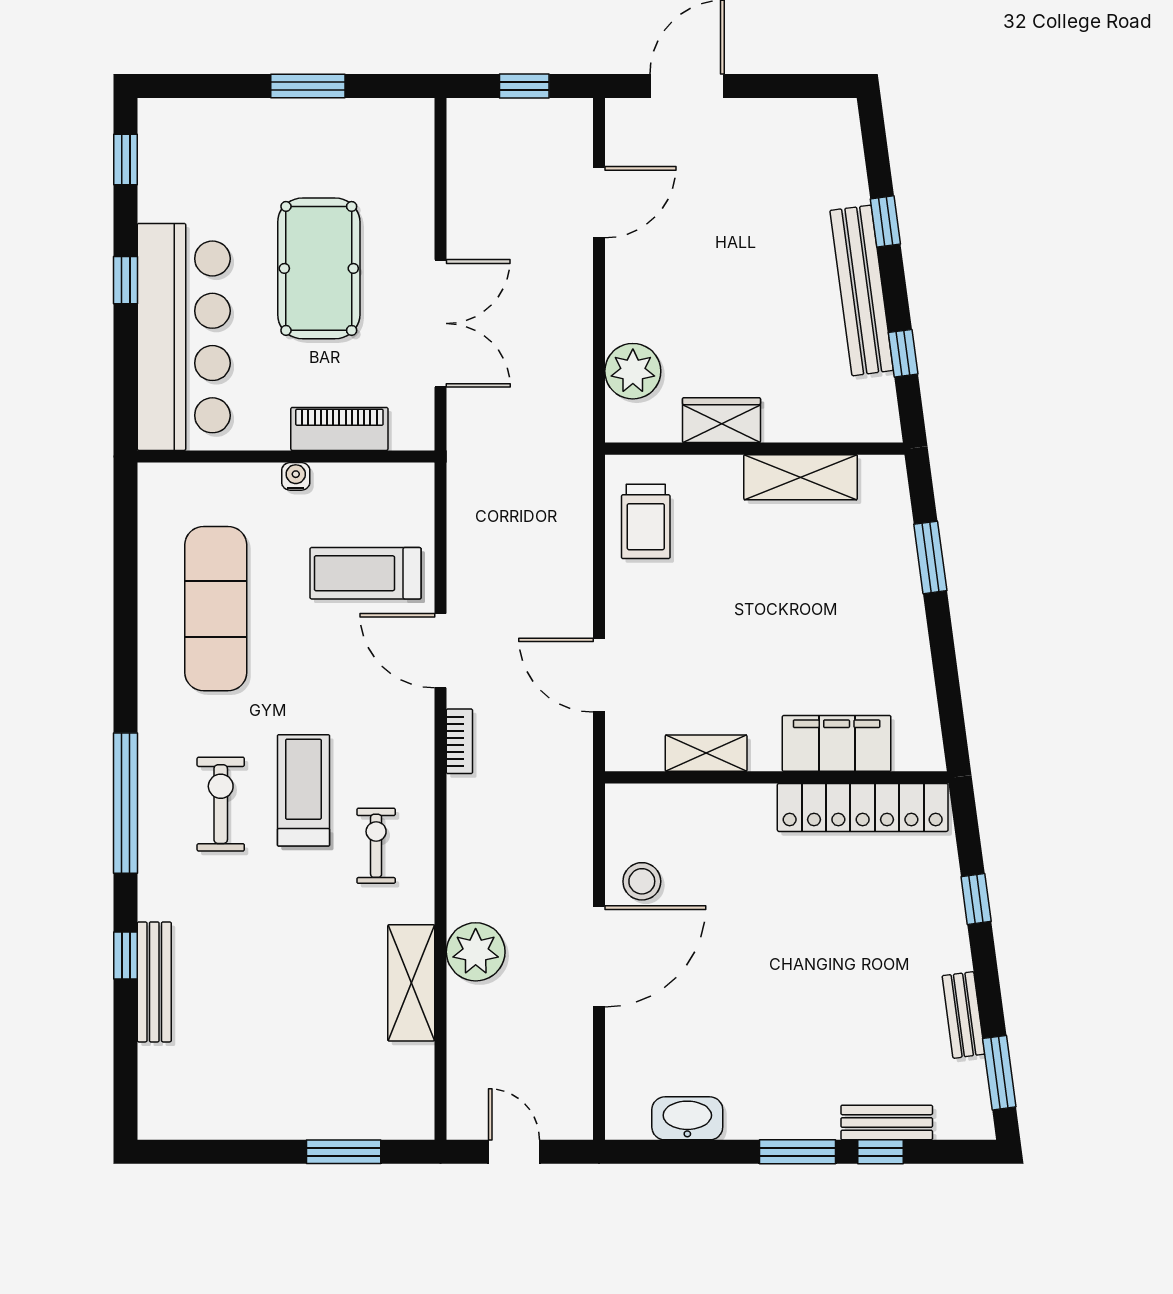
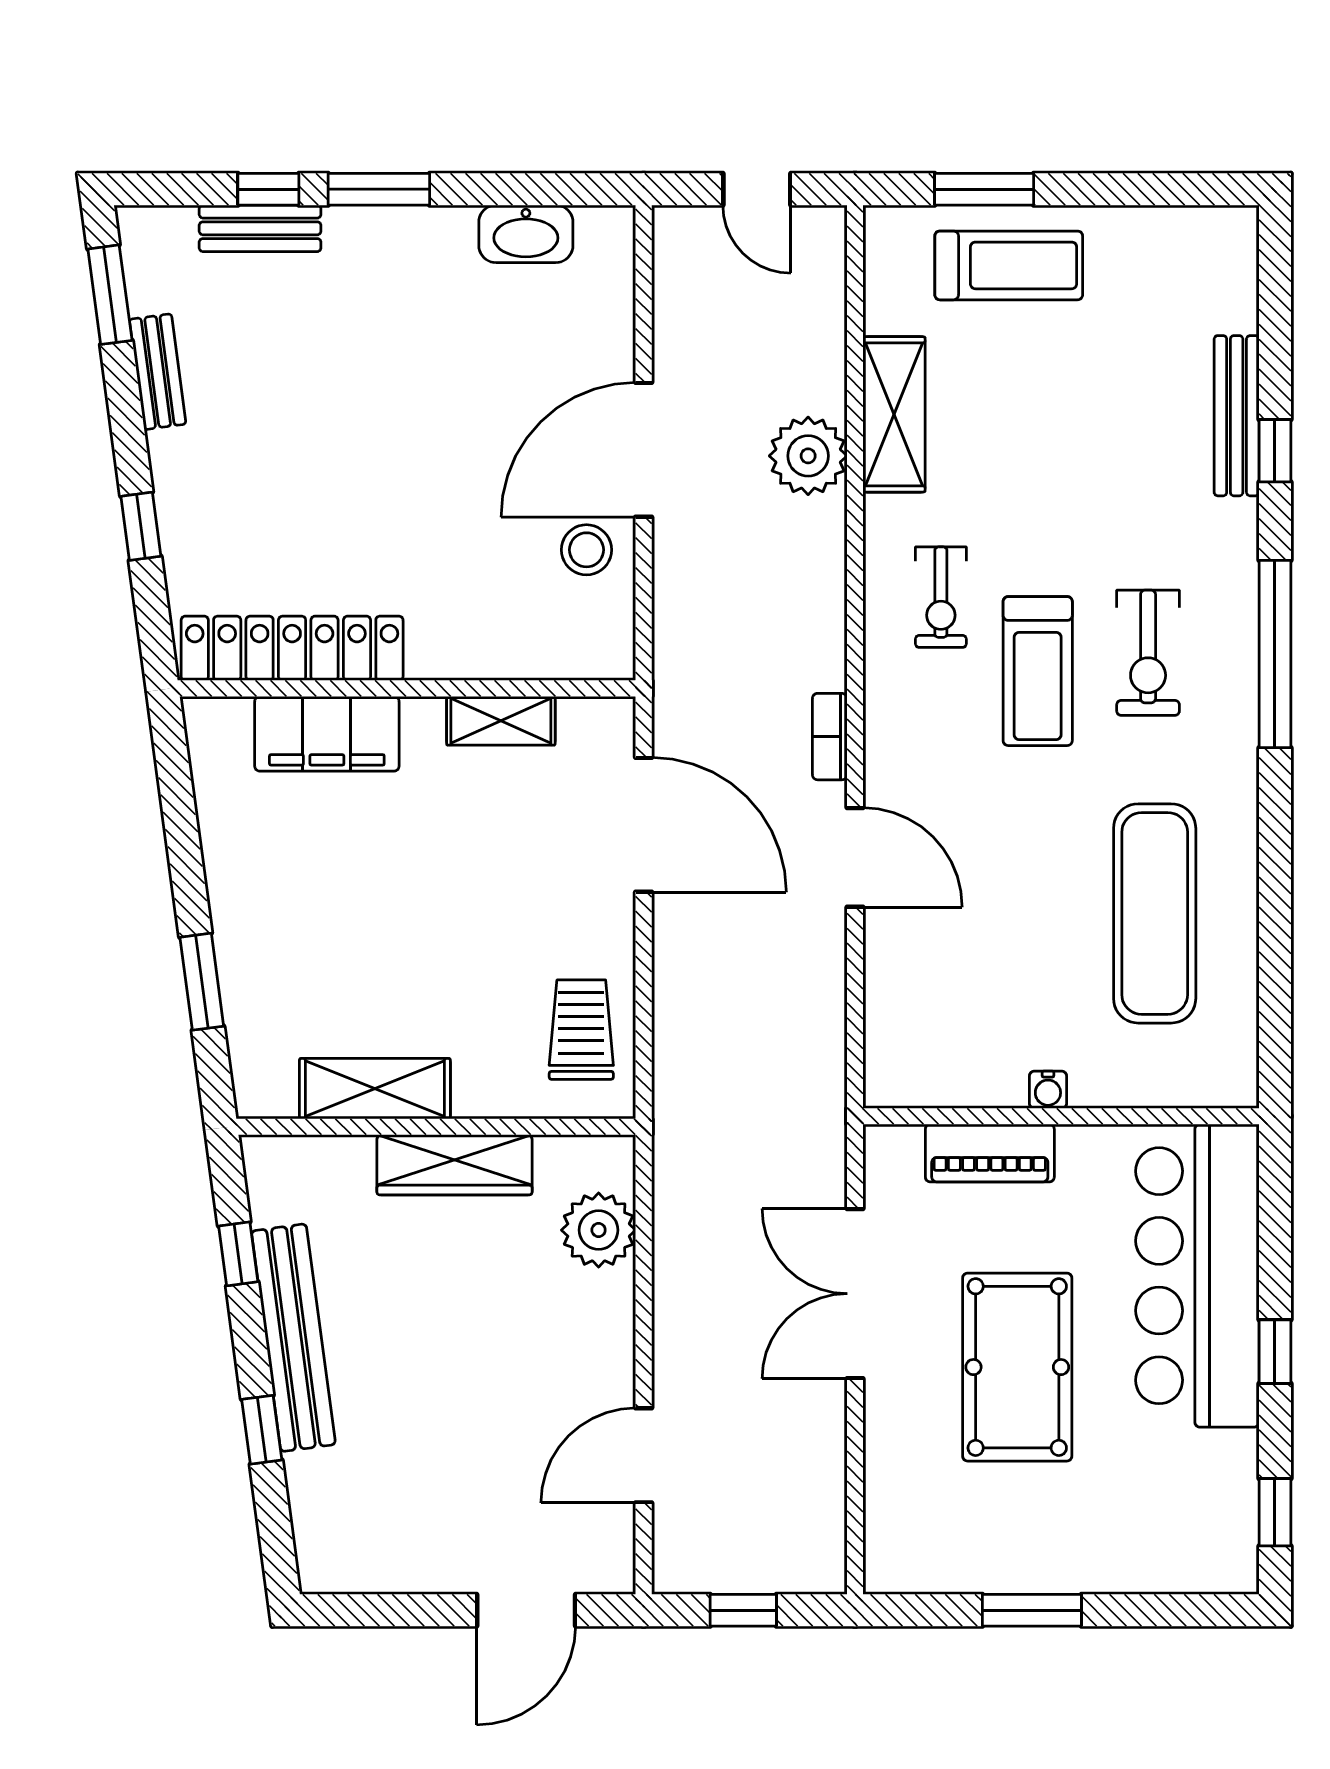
wardrobe: (721, 420) -> (454, 1165), width x1.50
treadmill: (366, 573) -> (1009, 265), moved
door: (599, 675) -> (644, 825), width x1.36

